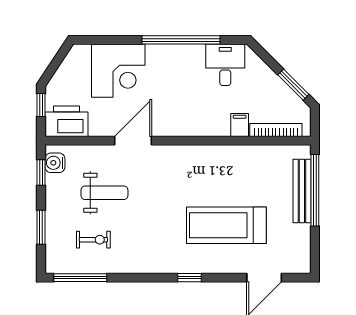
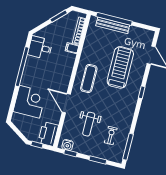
exercise mat: (190, 171) -> (89, 78), added
weight bench: (104, 193) -> (89, 124), turned 180
treadmill: (226, 225) -> (120, 67), turned 180

